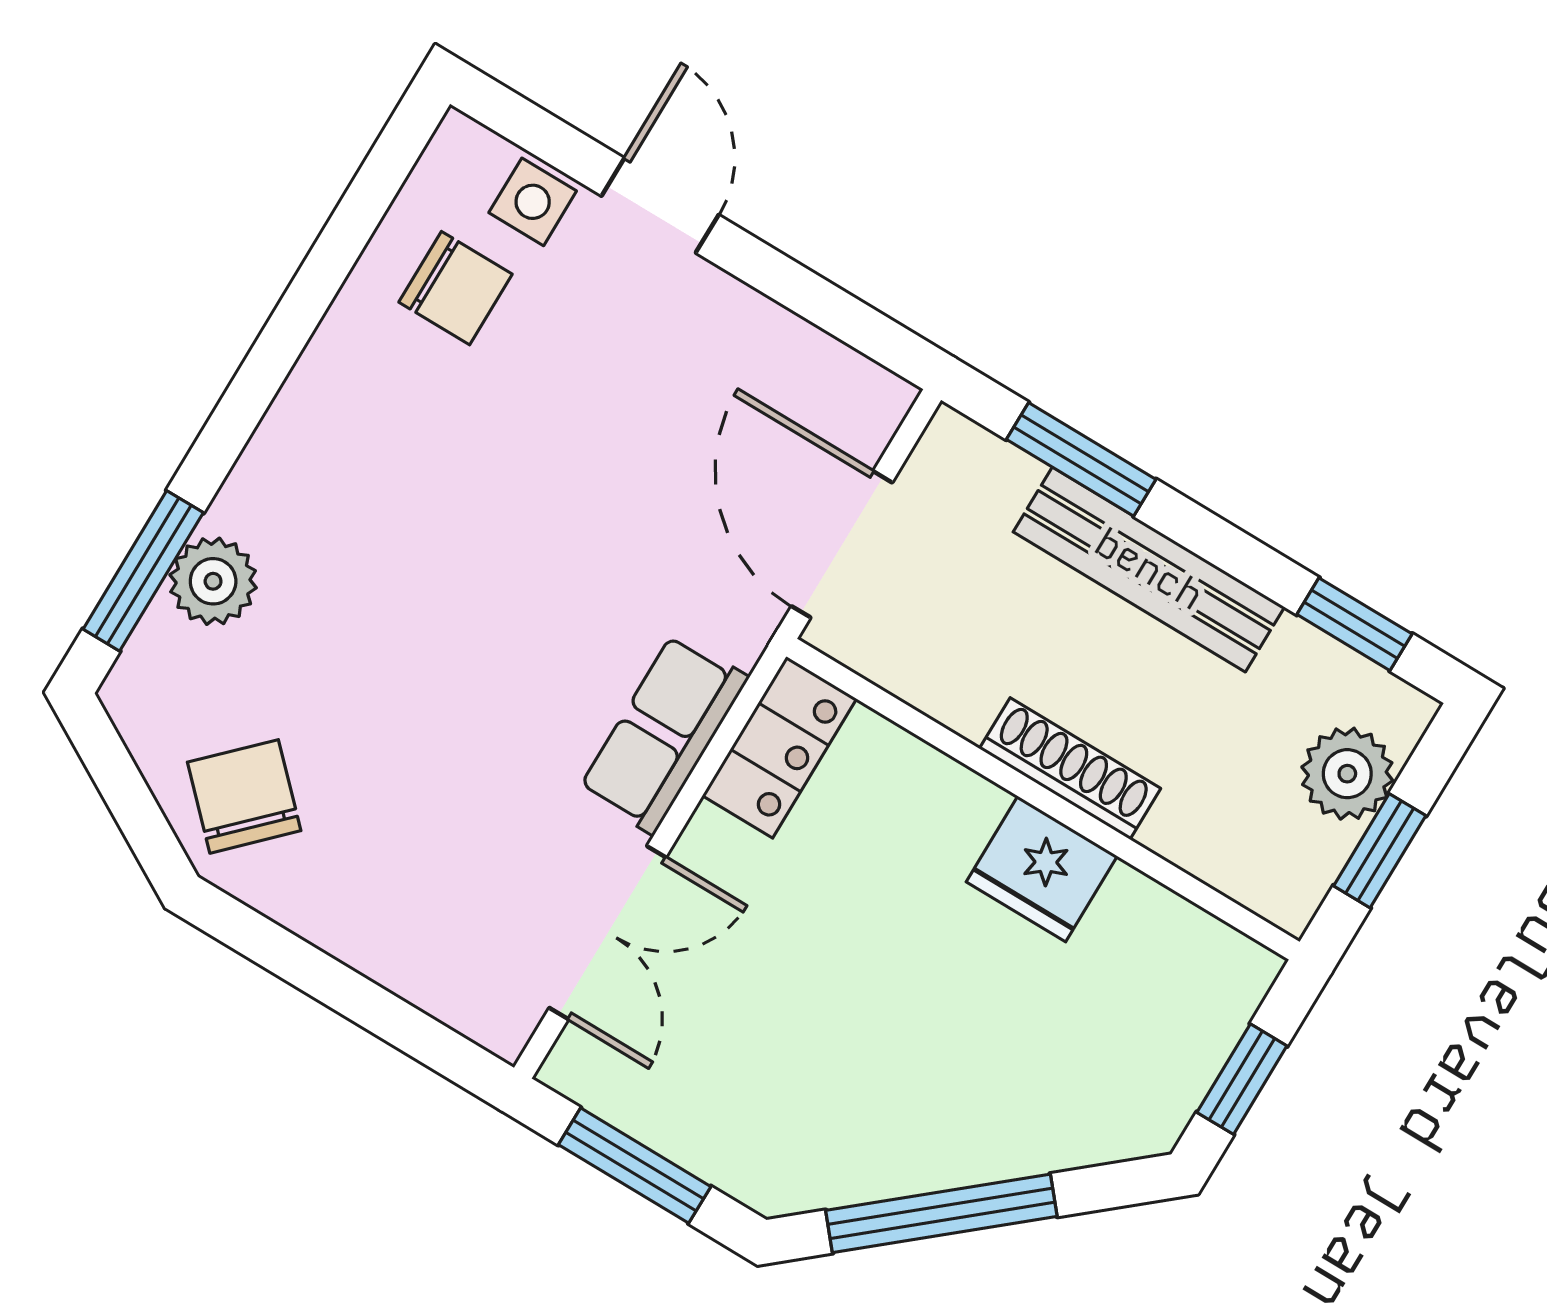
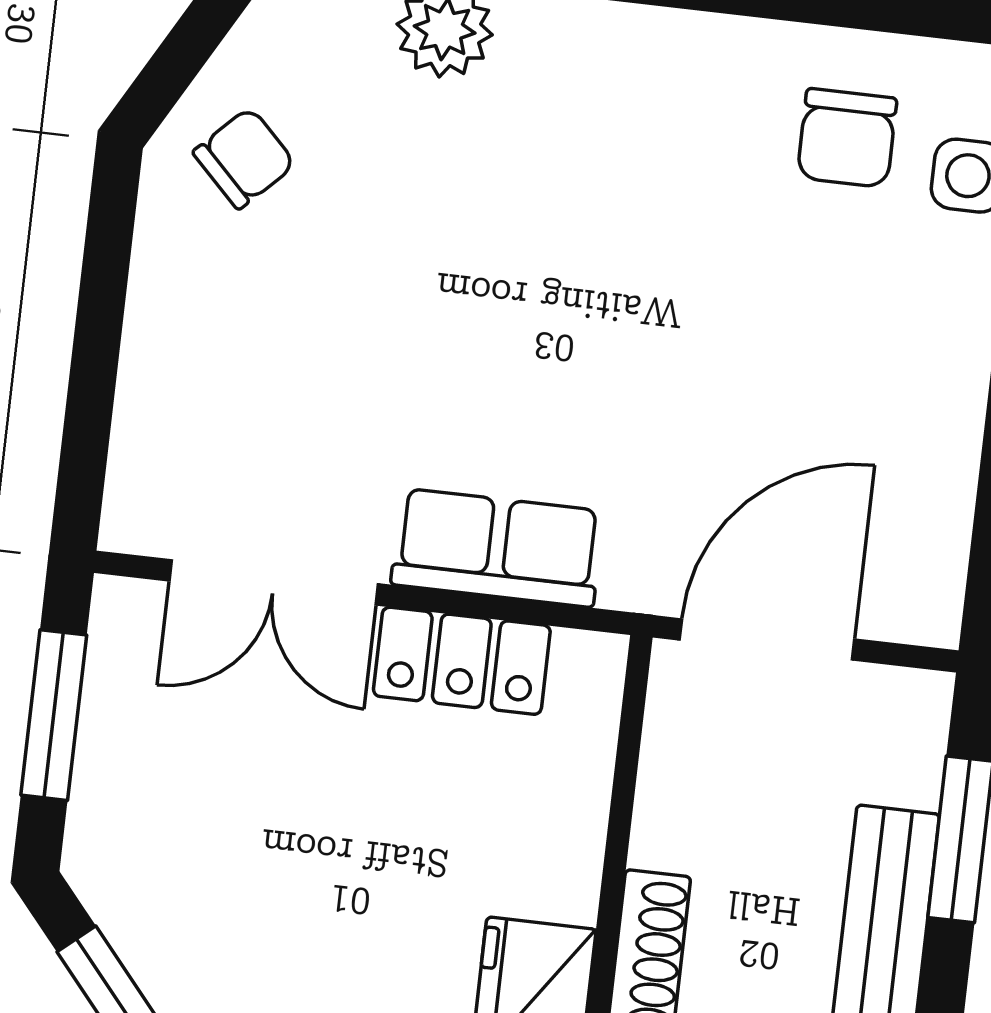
locker: (779, 747) -> (462, 661), moved
chair: (244, 796) -> (244, 158), width x0.73, depth x0.73

